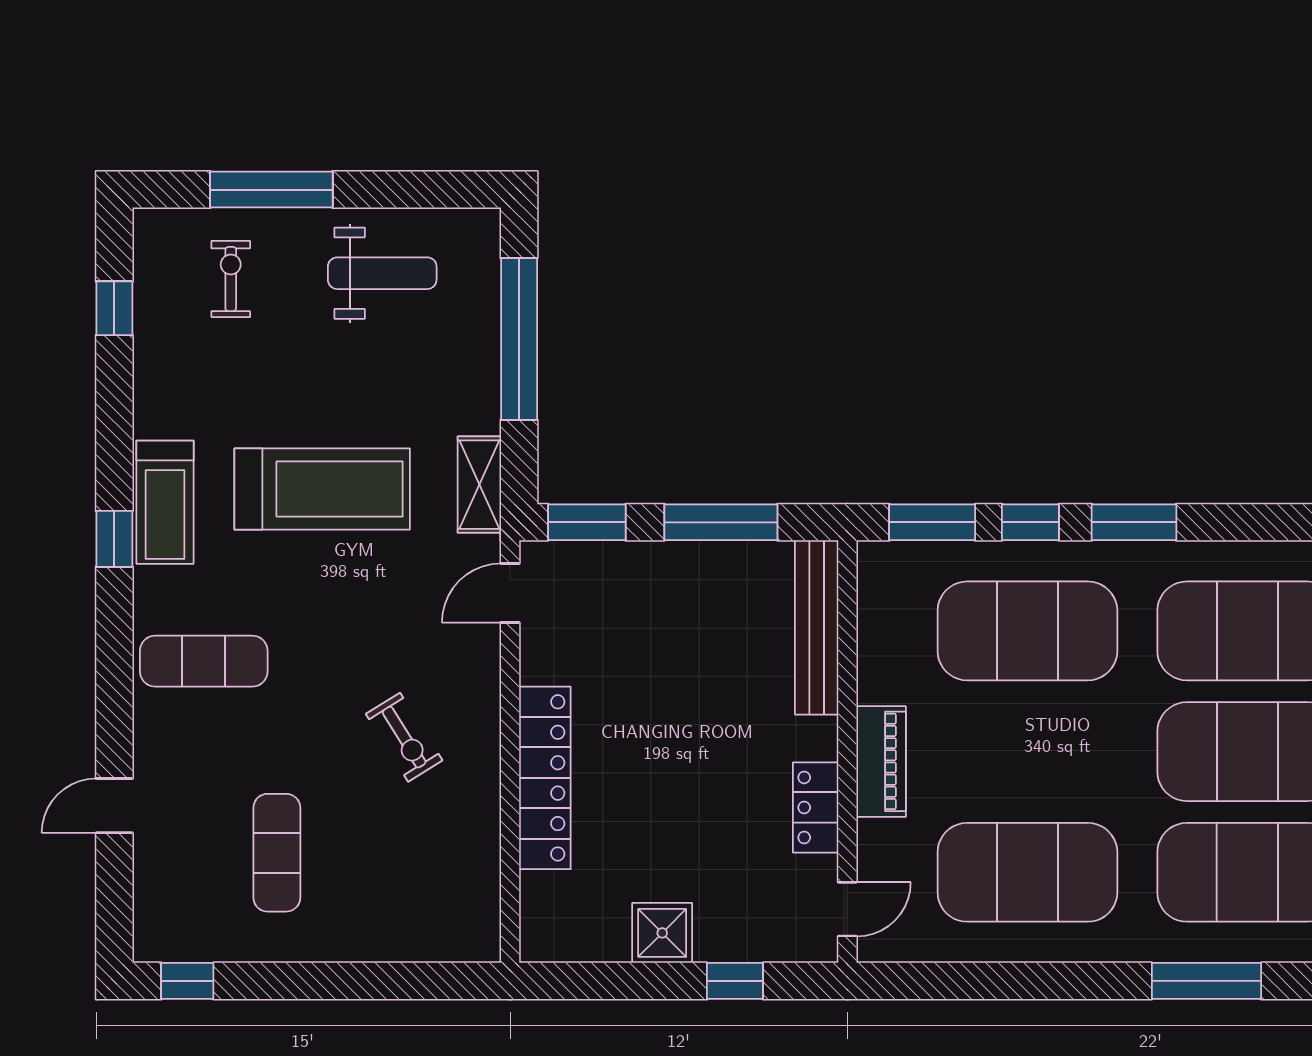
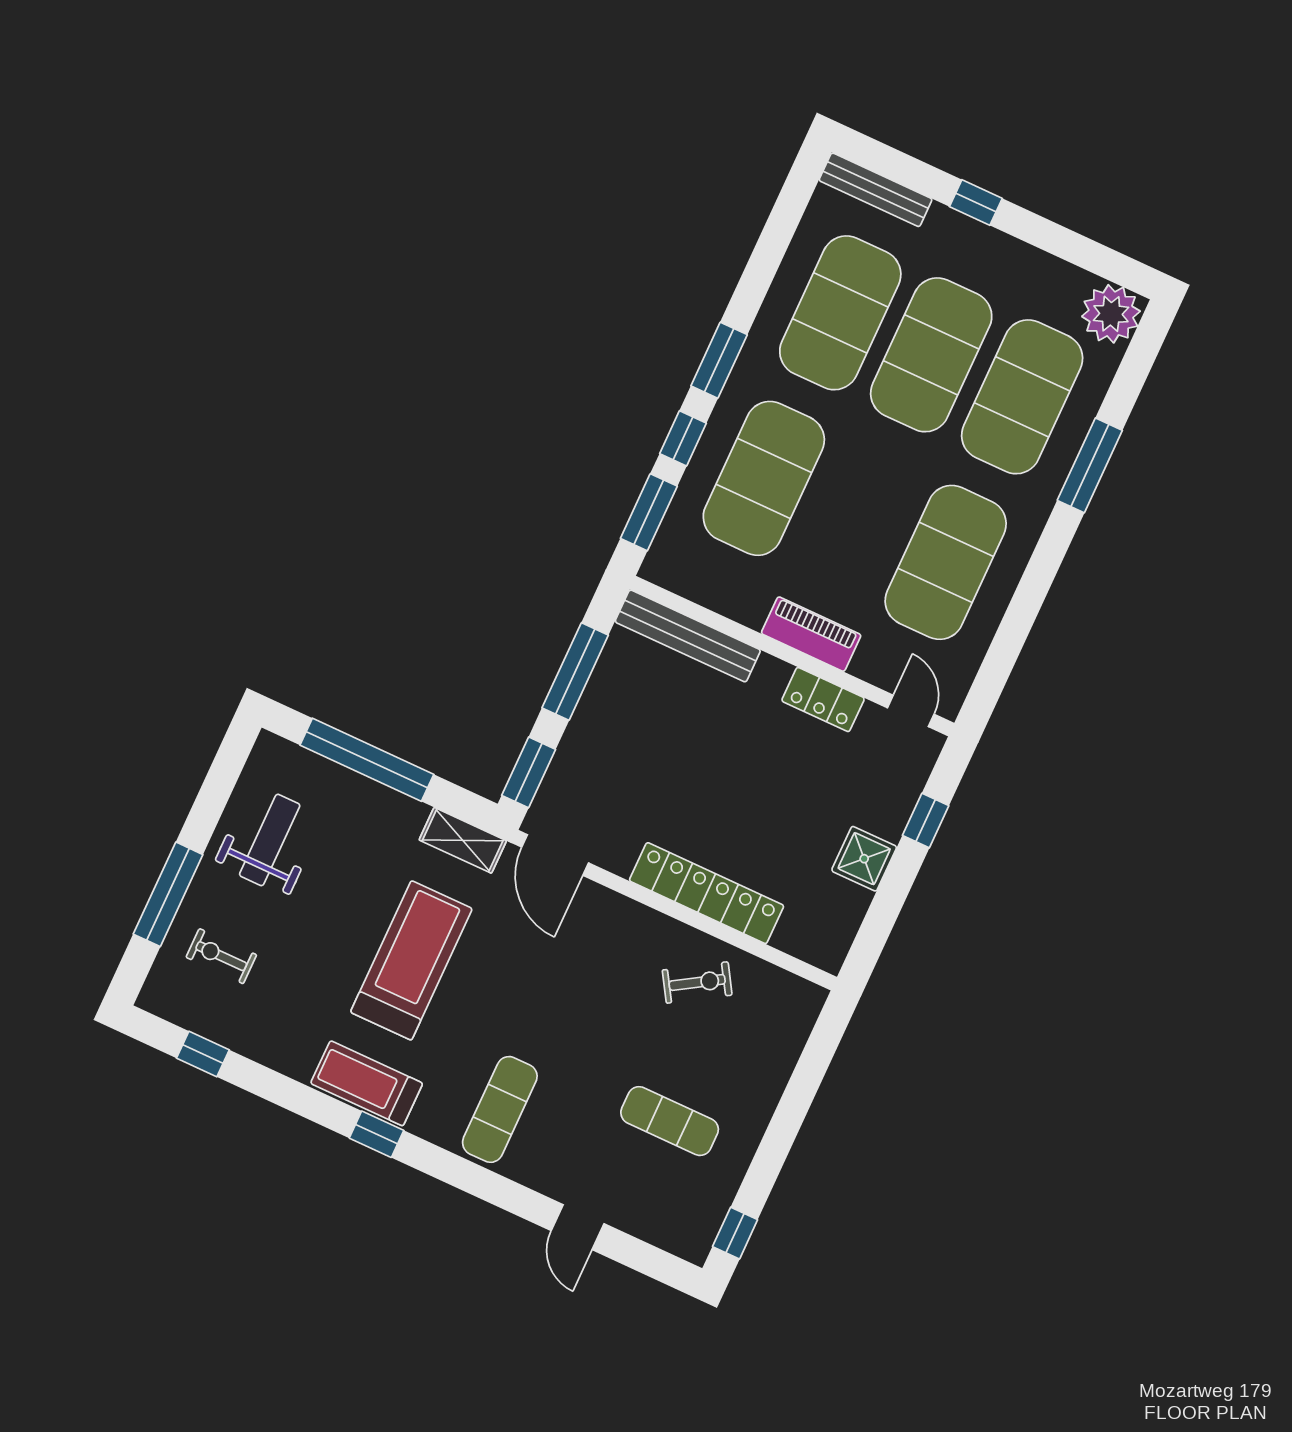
treadmill: (165, 502) -> (367, 1083), turned 180
door: (510, 593) -> (555, 855), width x1.38
exercise bike: (404, 737) -> (697, 982), moved

